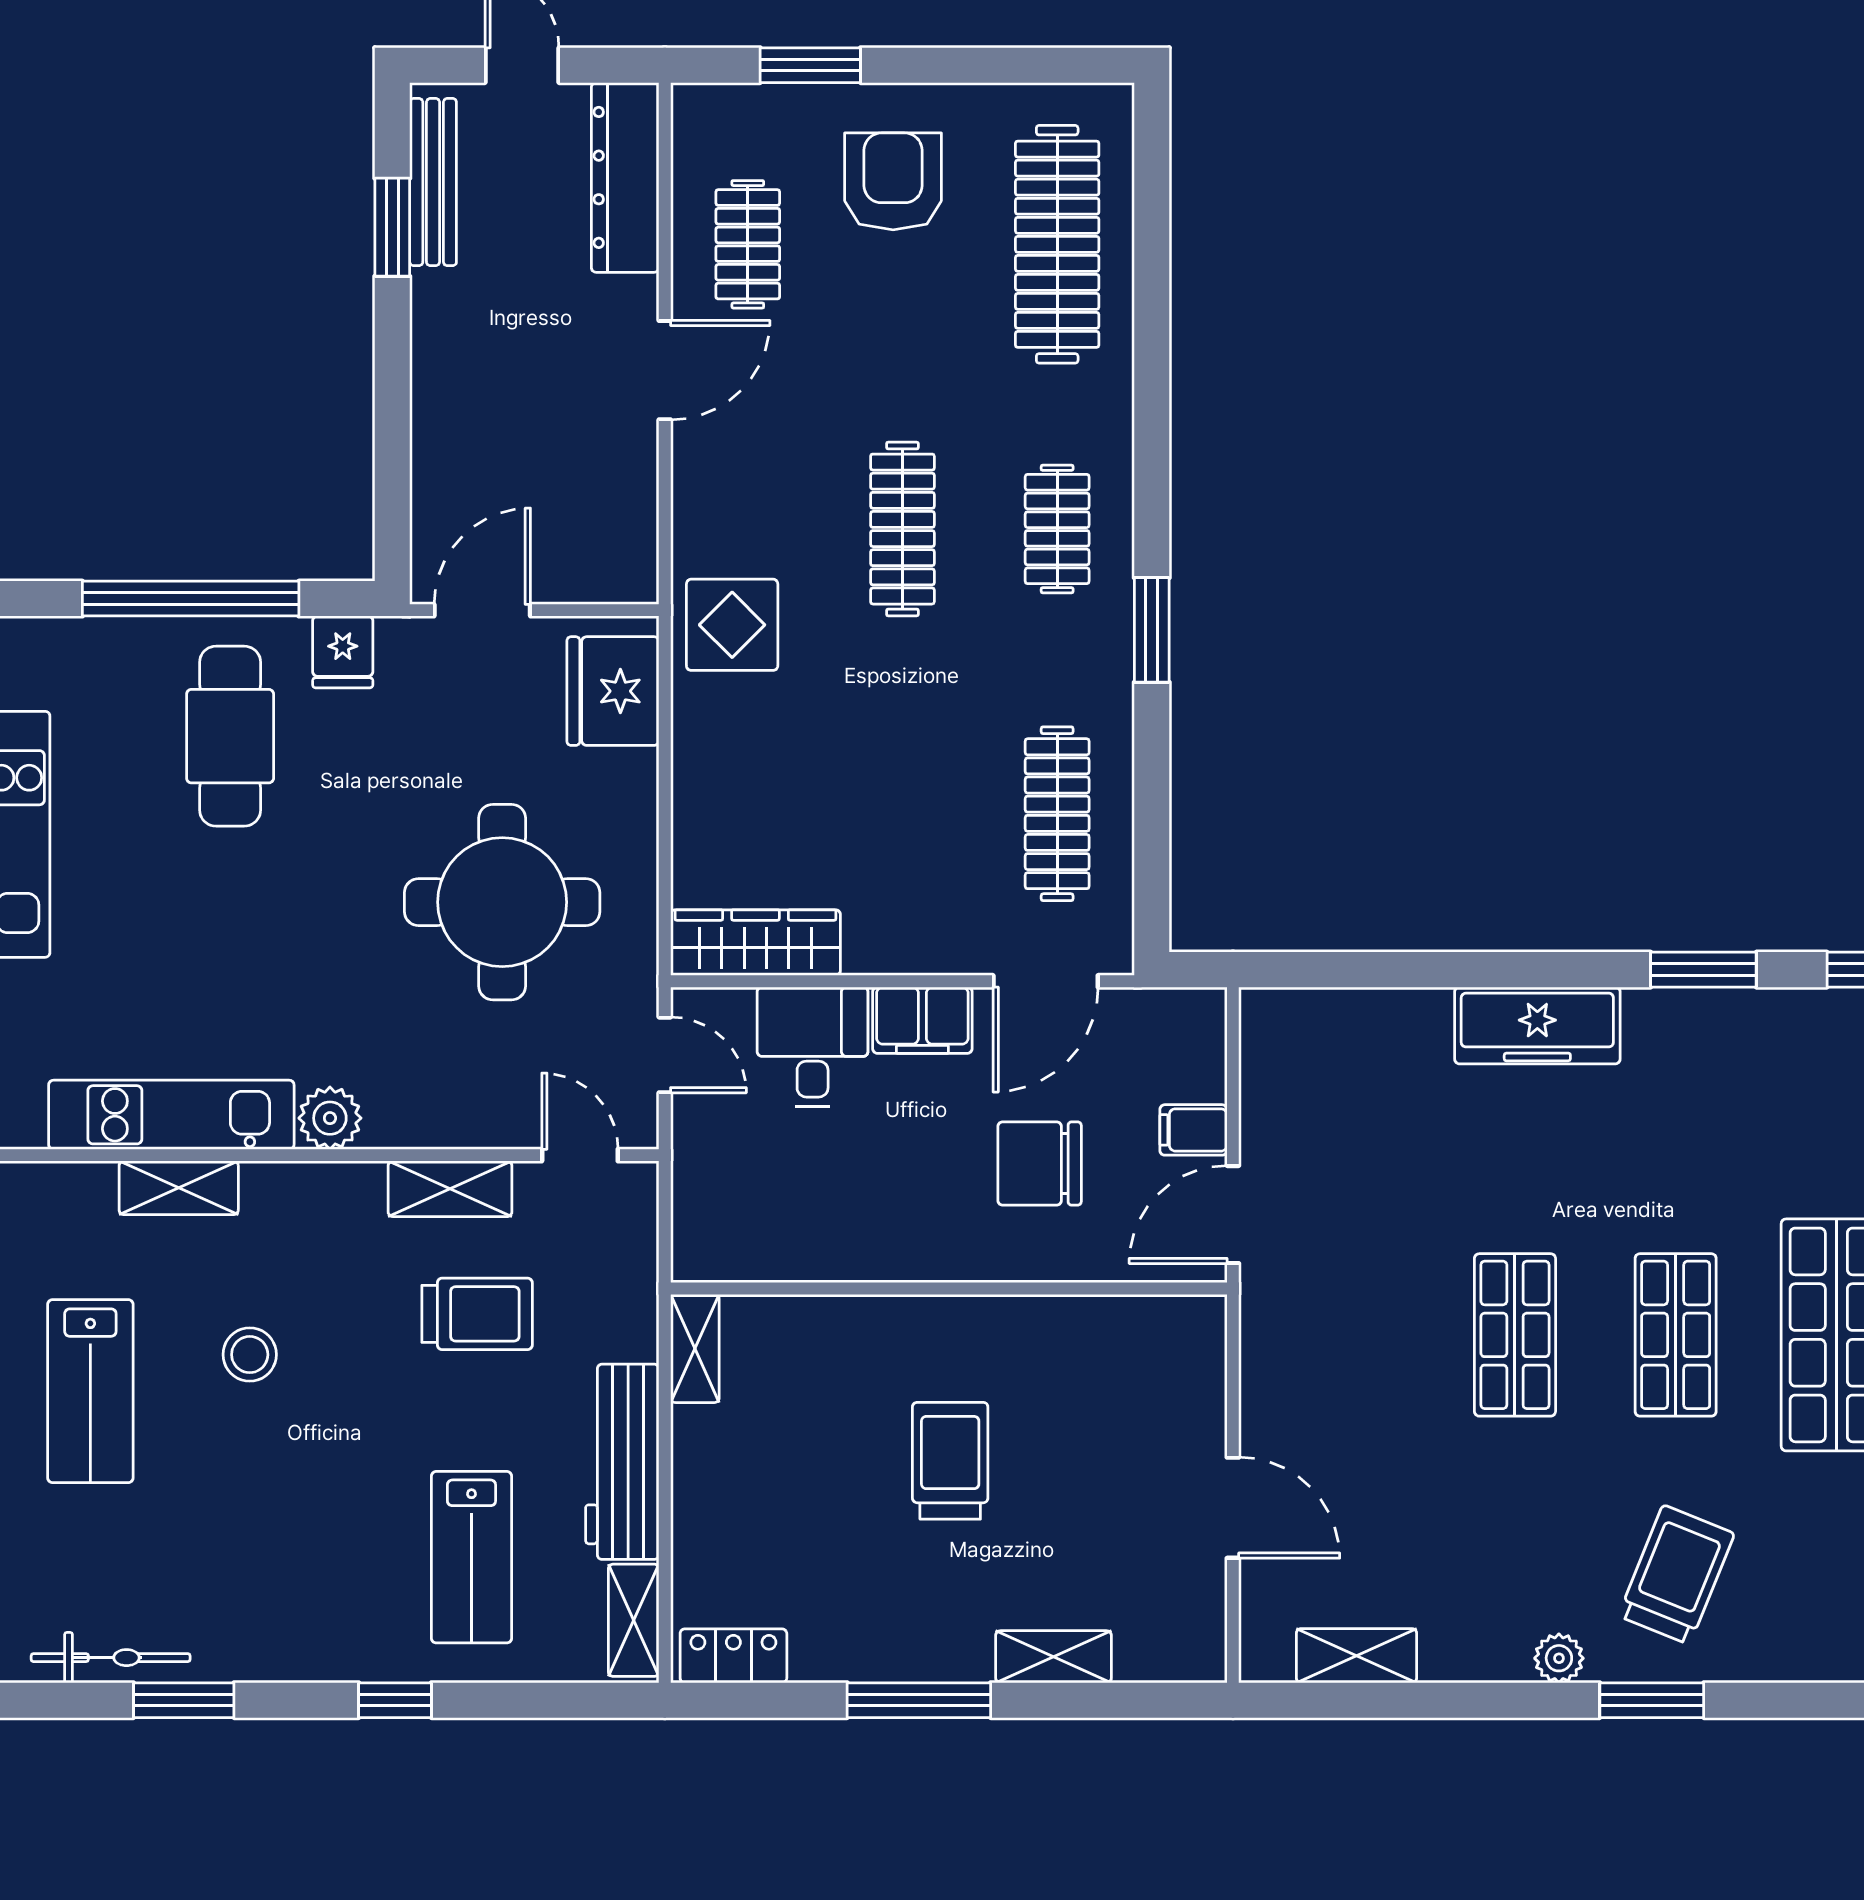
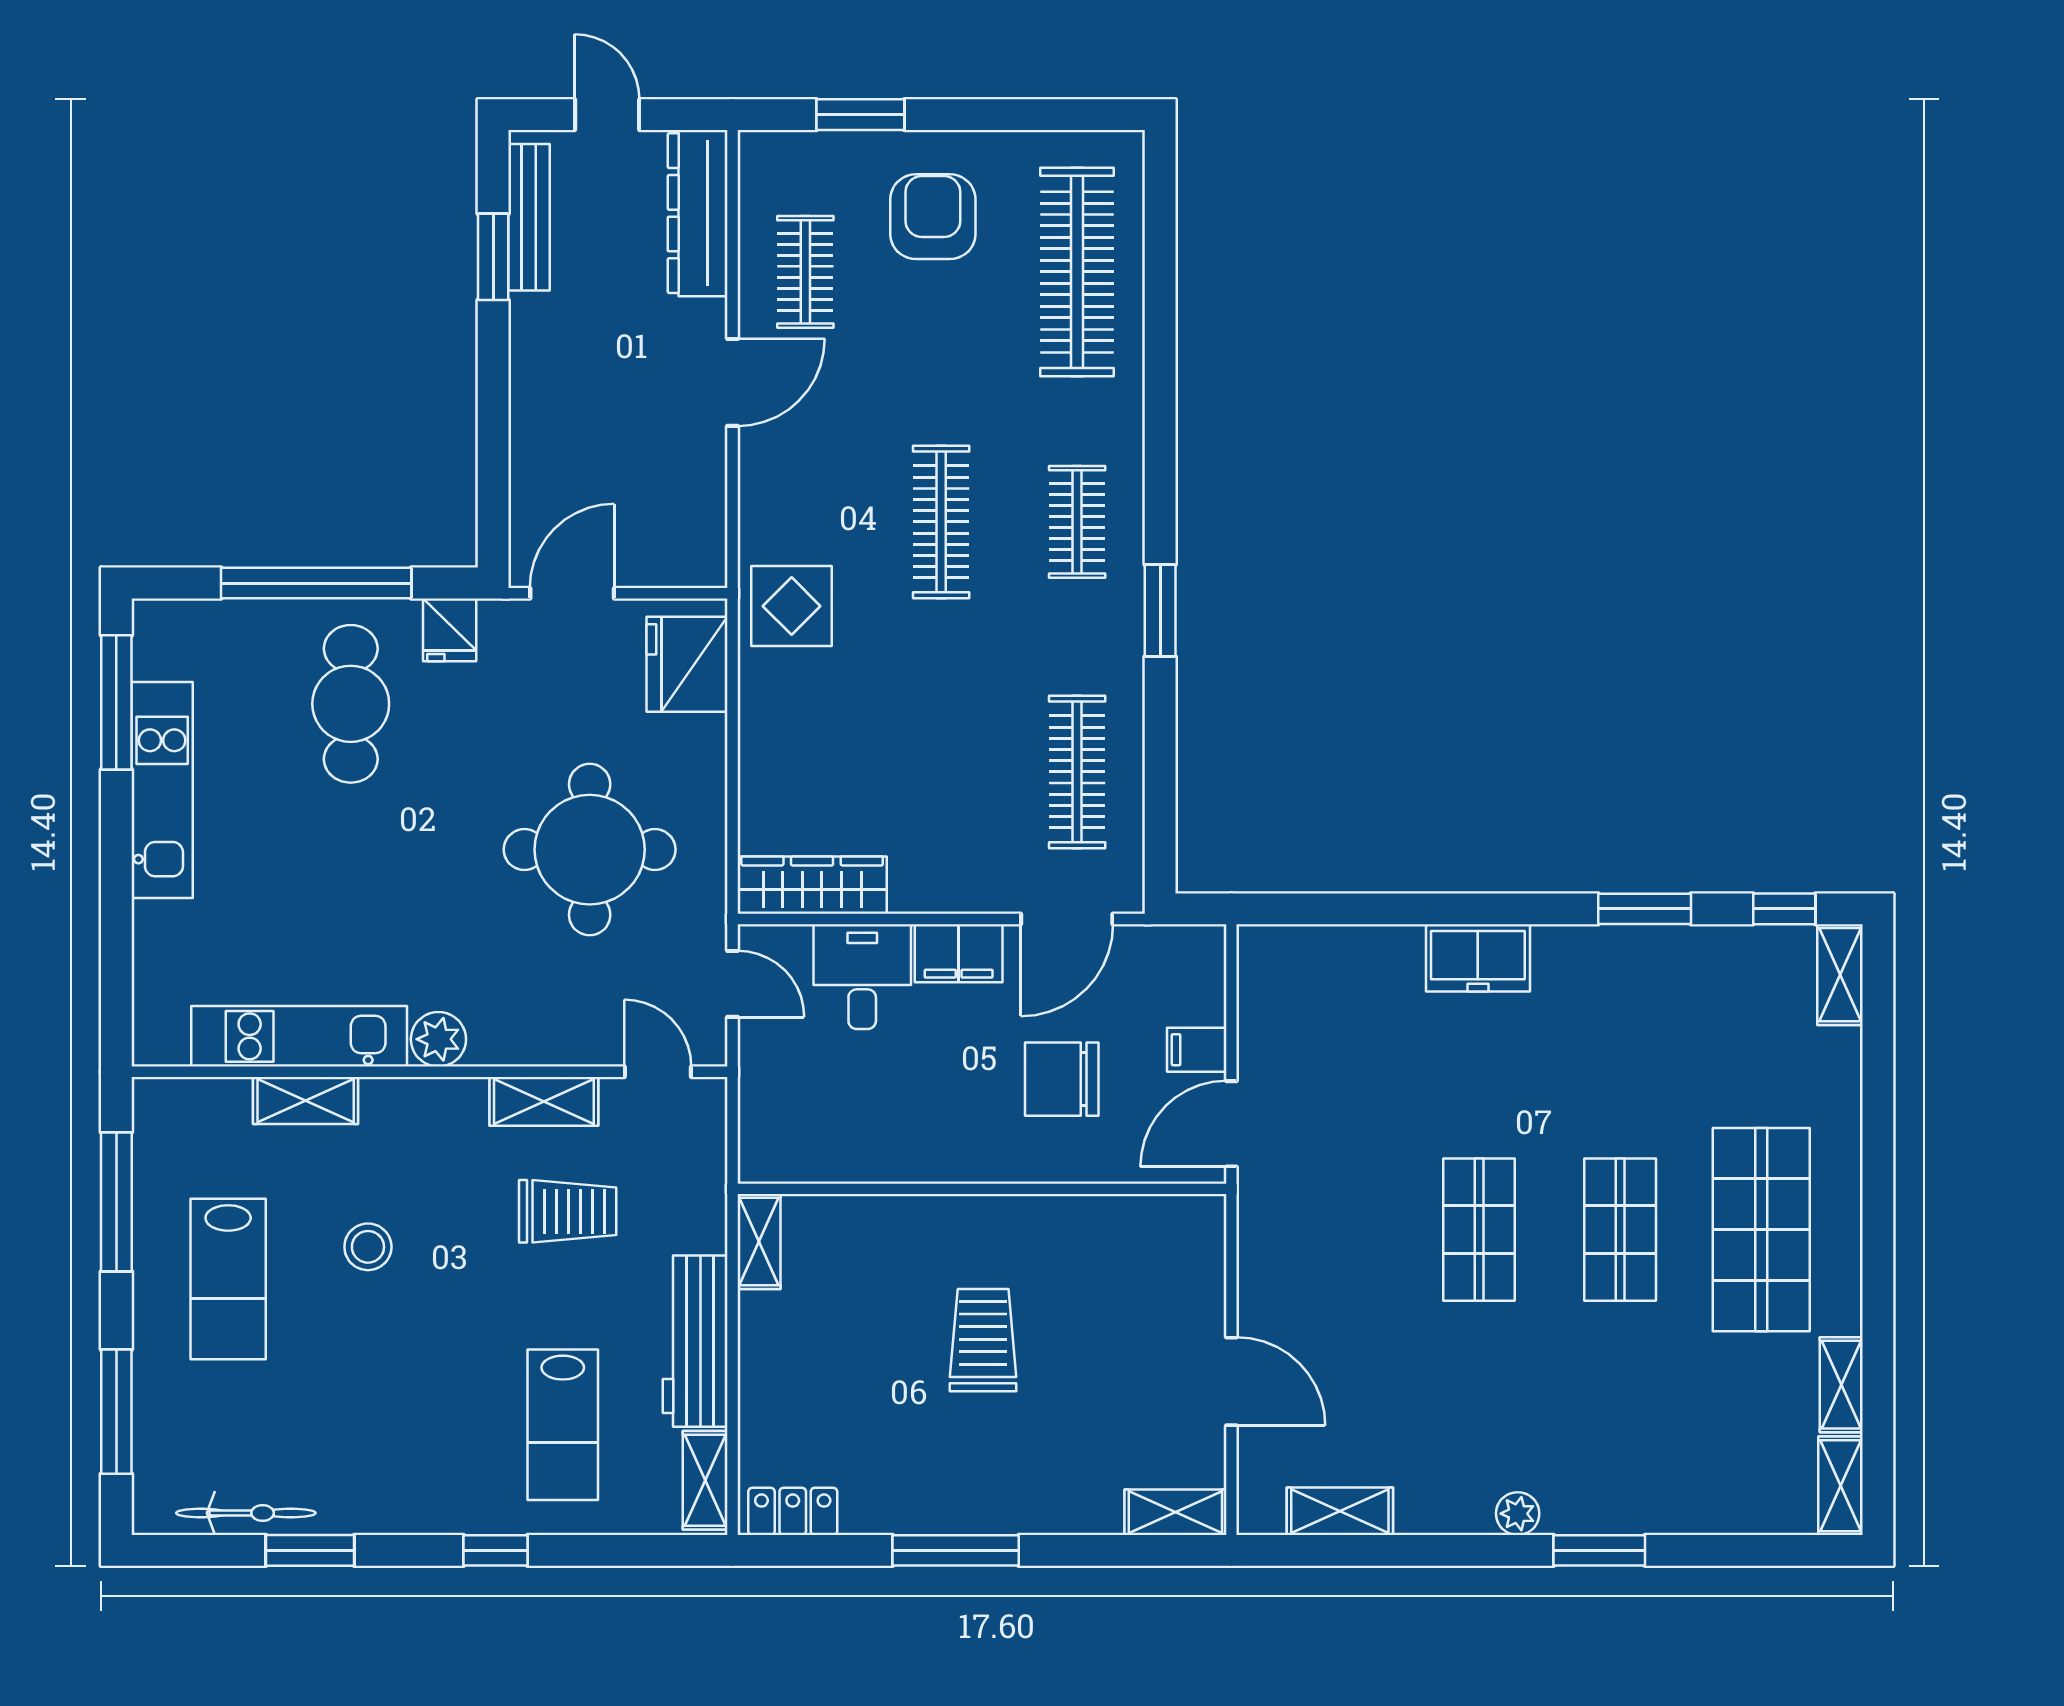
freezer: (1537, 1025) -> (1478, 958), width x0.71
trolley: (1676, 1575) -> (1621, 1440), removed
shelving: (1054, 1657) -> (1175, 1512), moved

